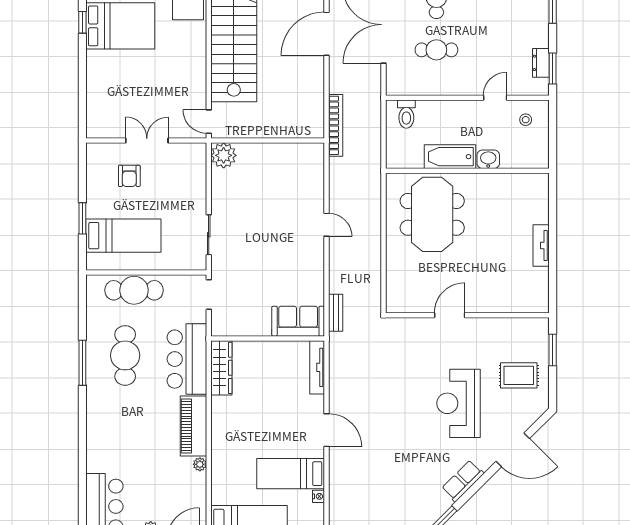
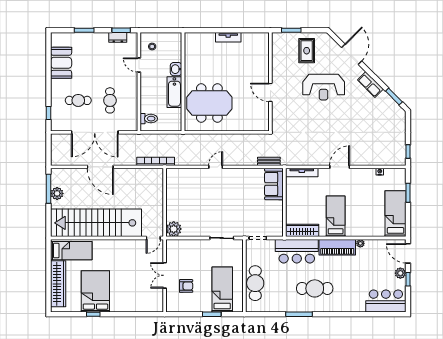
cafe table: (125, 355) -> (315, 288), moved
bed: (291, 474) -> (336, 216), moved, turned 180

